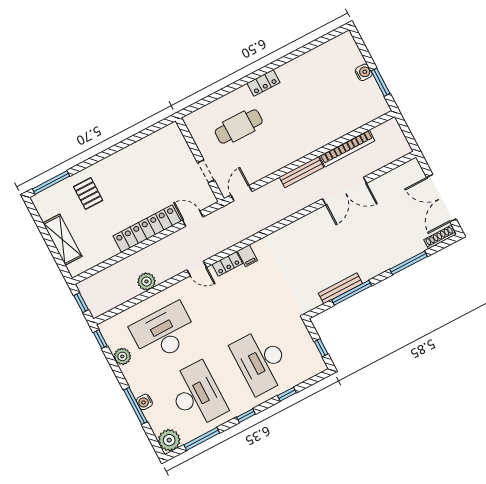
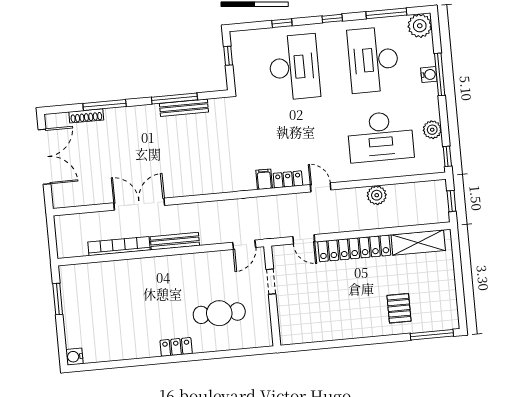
water cooler: (364, 72) -> (74, 357), moved
shoe rack: (440, 237) -> (86, 116), moved
shelving: (62, 240) -> (418, 243), moved, turned 90

